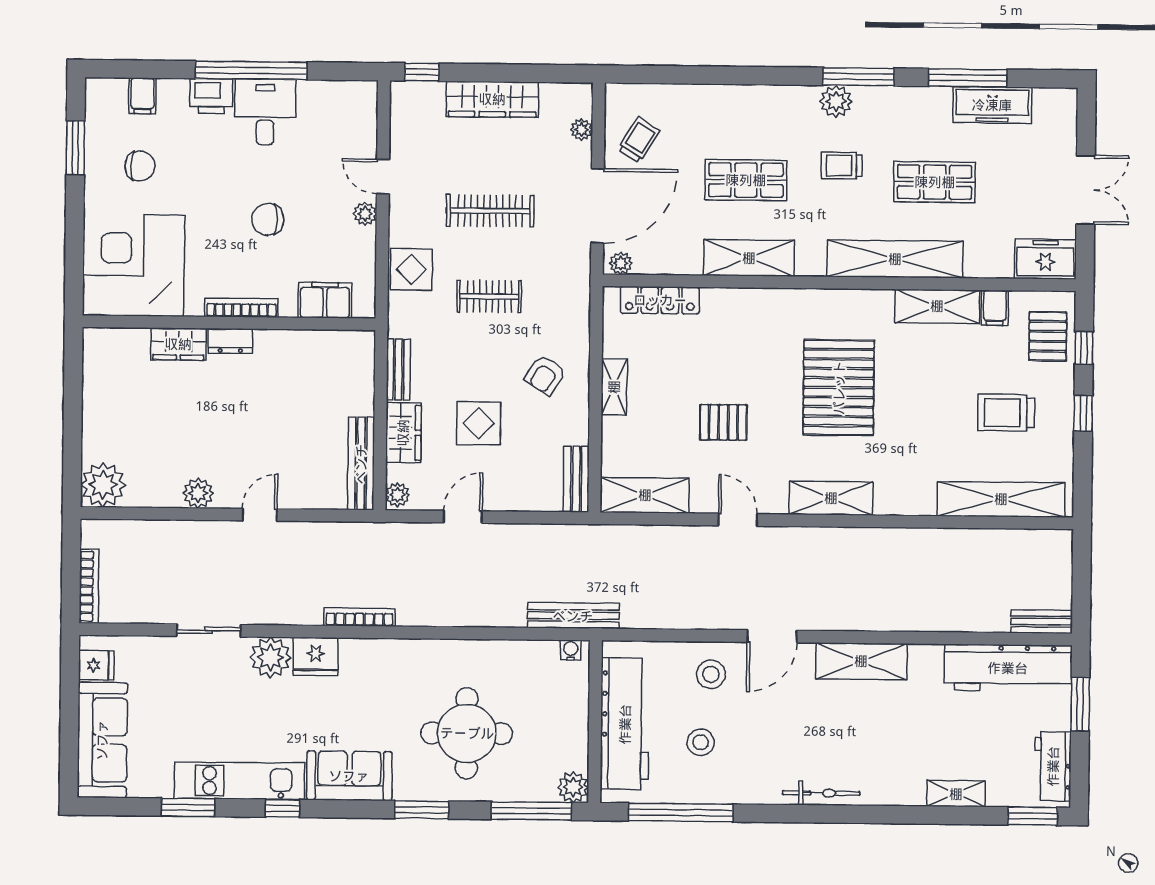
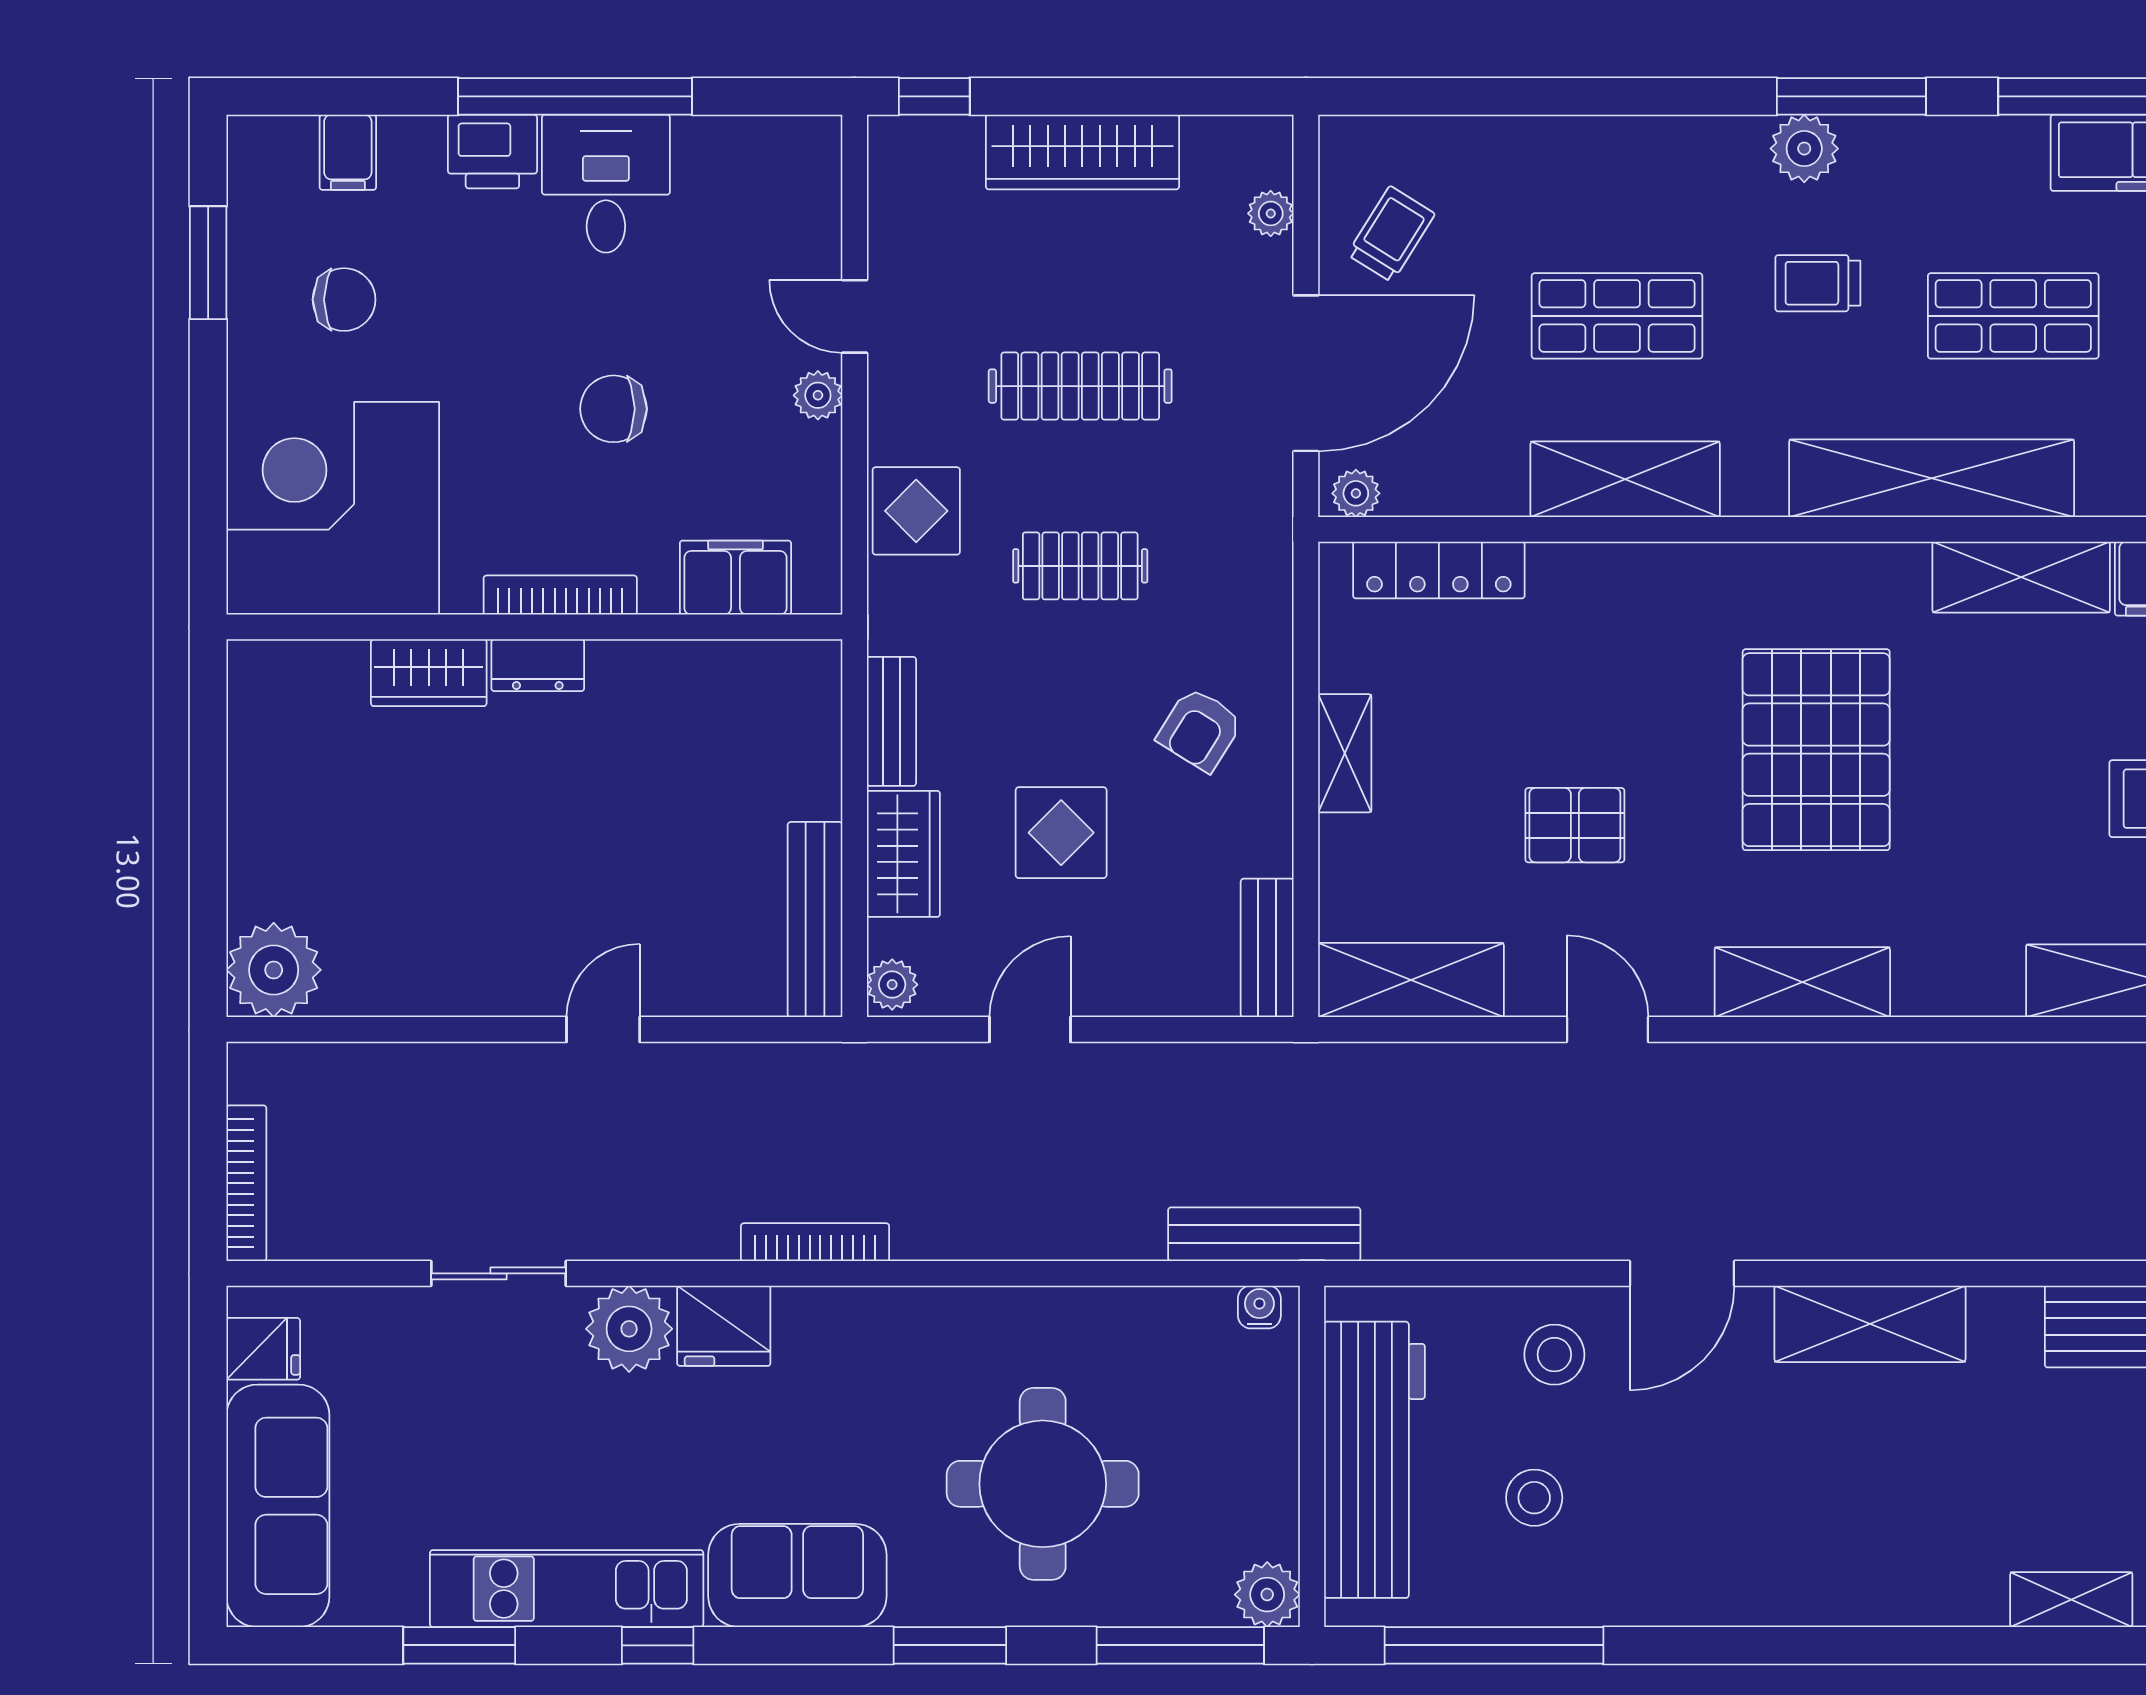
plant: (198, 493) -> (473, 986), removed
bicycle: (821, 793) -> (1789, 1601), removed

